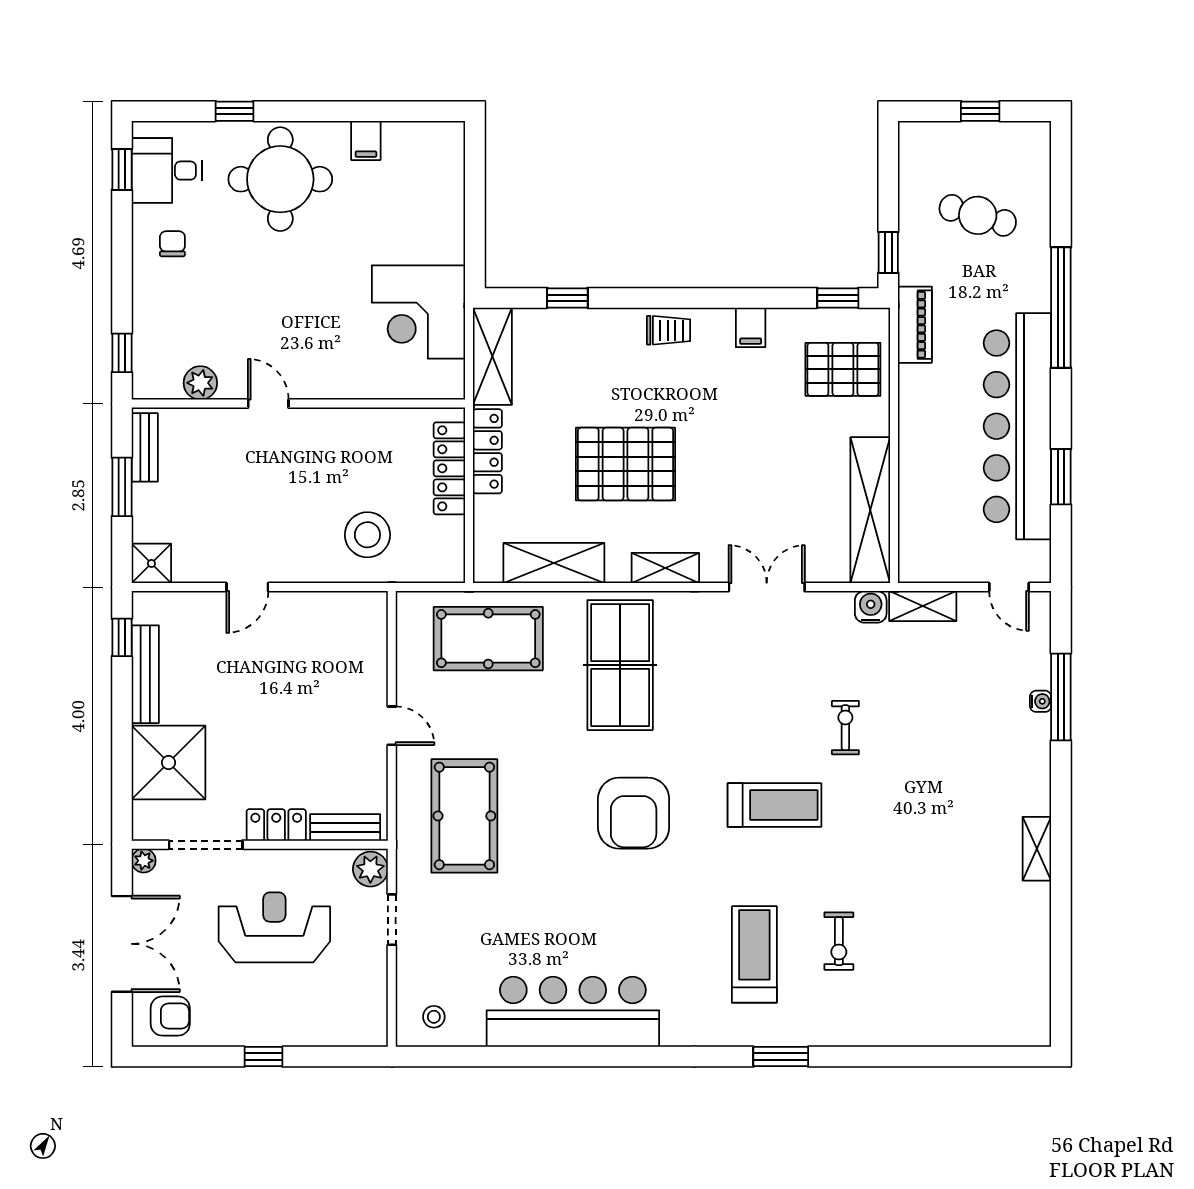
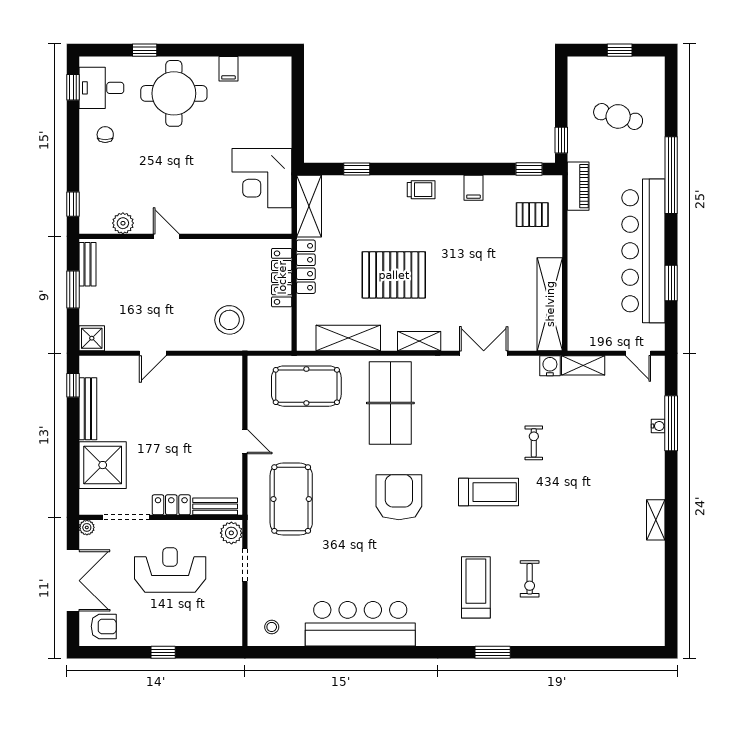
pallet: (843, 369) -> (532, 215), width x0.67, depth x0.71
armchair: (634, 813) -> (399, 497), turned 180

